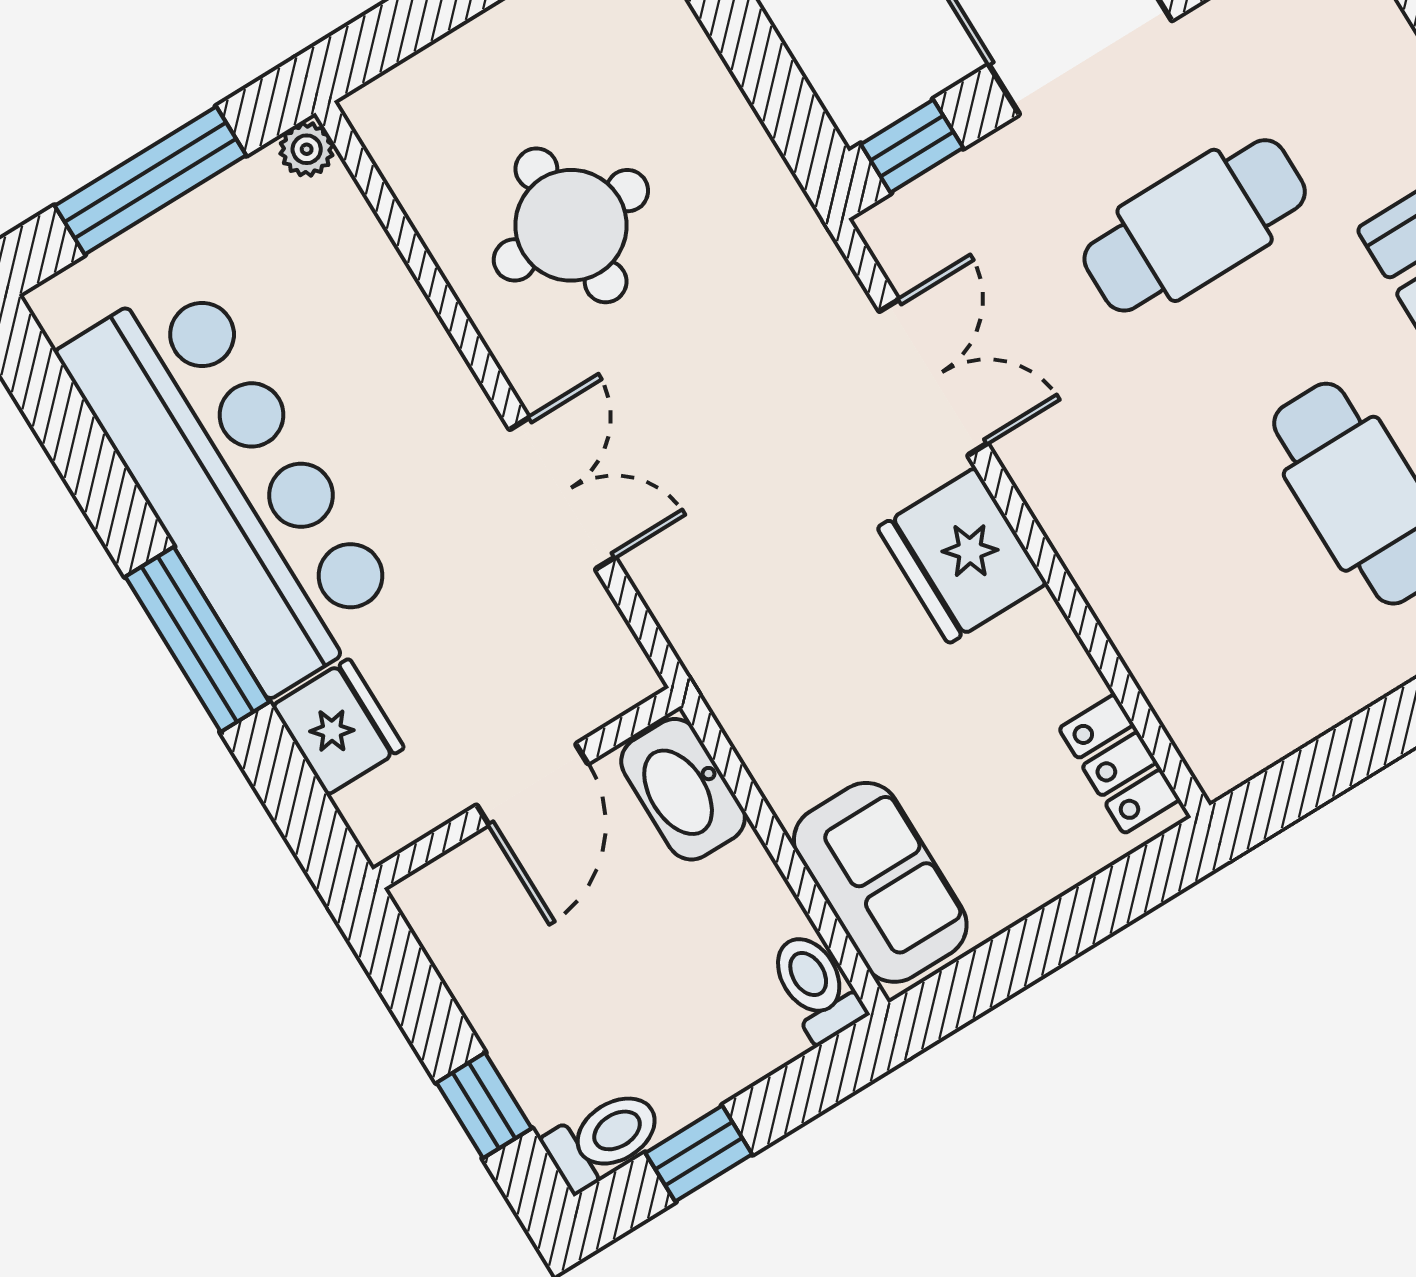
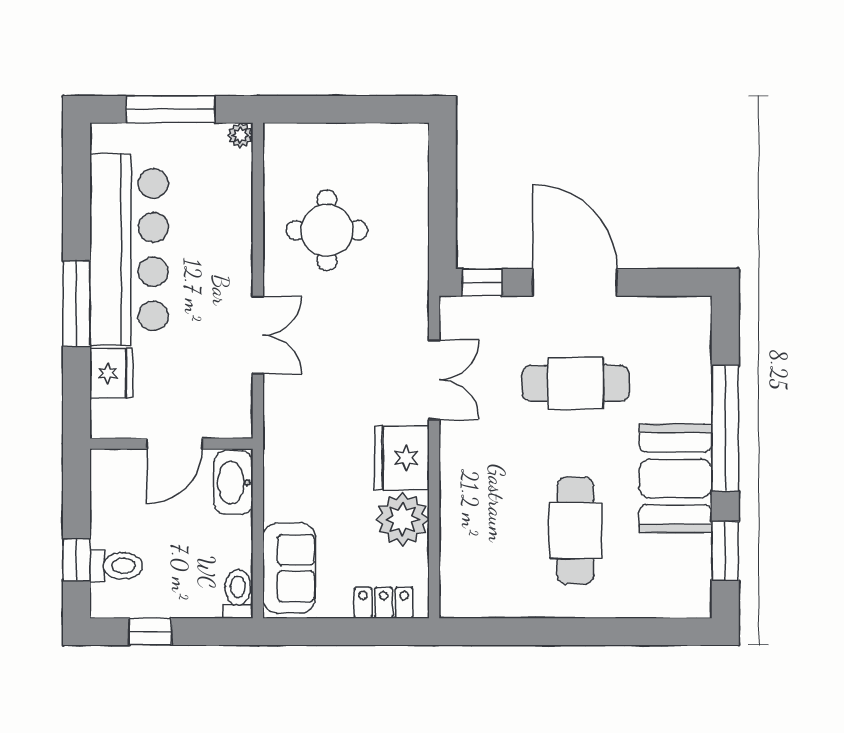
plant: (1032, 667) -> (402, 519), added
locker: (1119, 764) -> (384, 603), moved, turned 90
toilet: (604, 1139) -> (116, 566), moved

